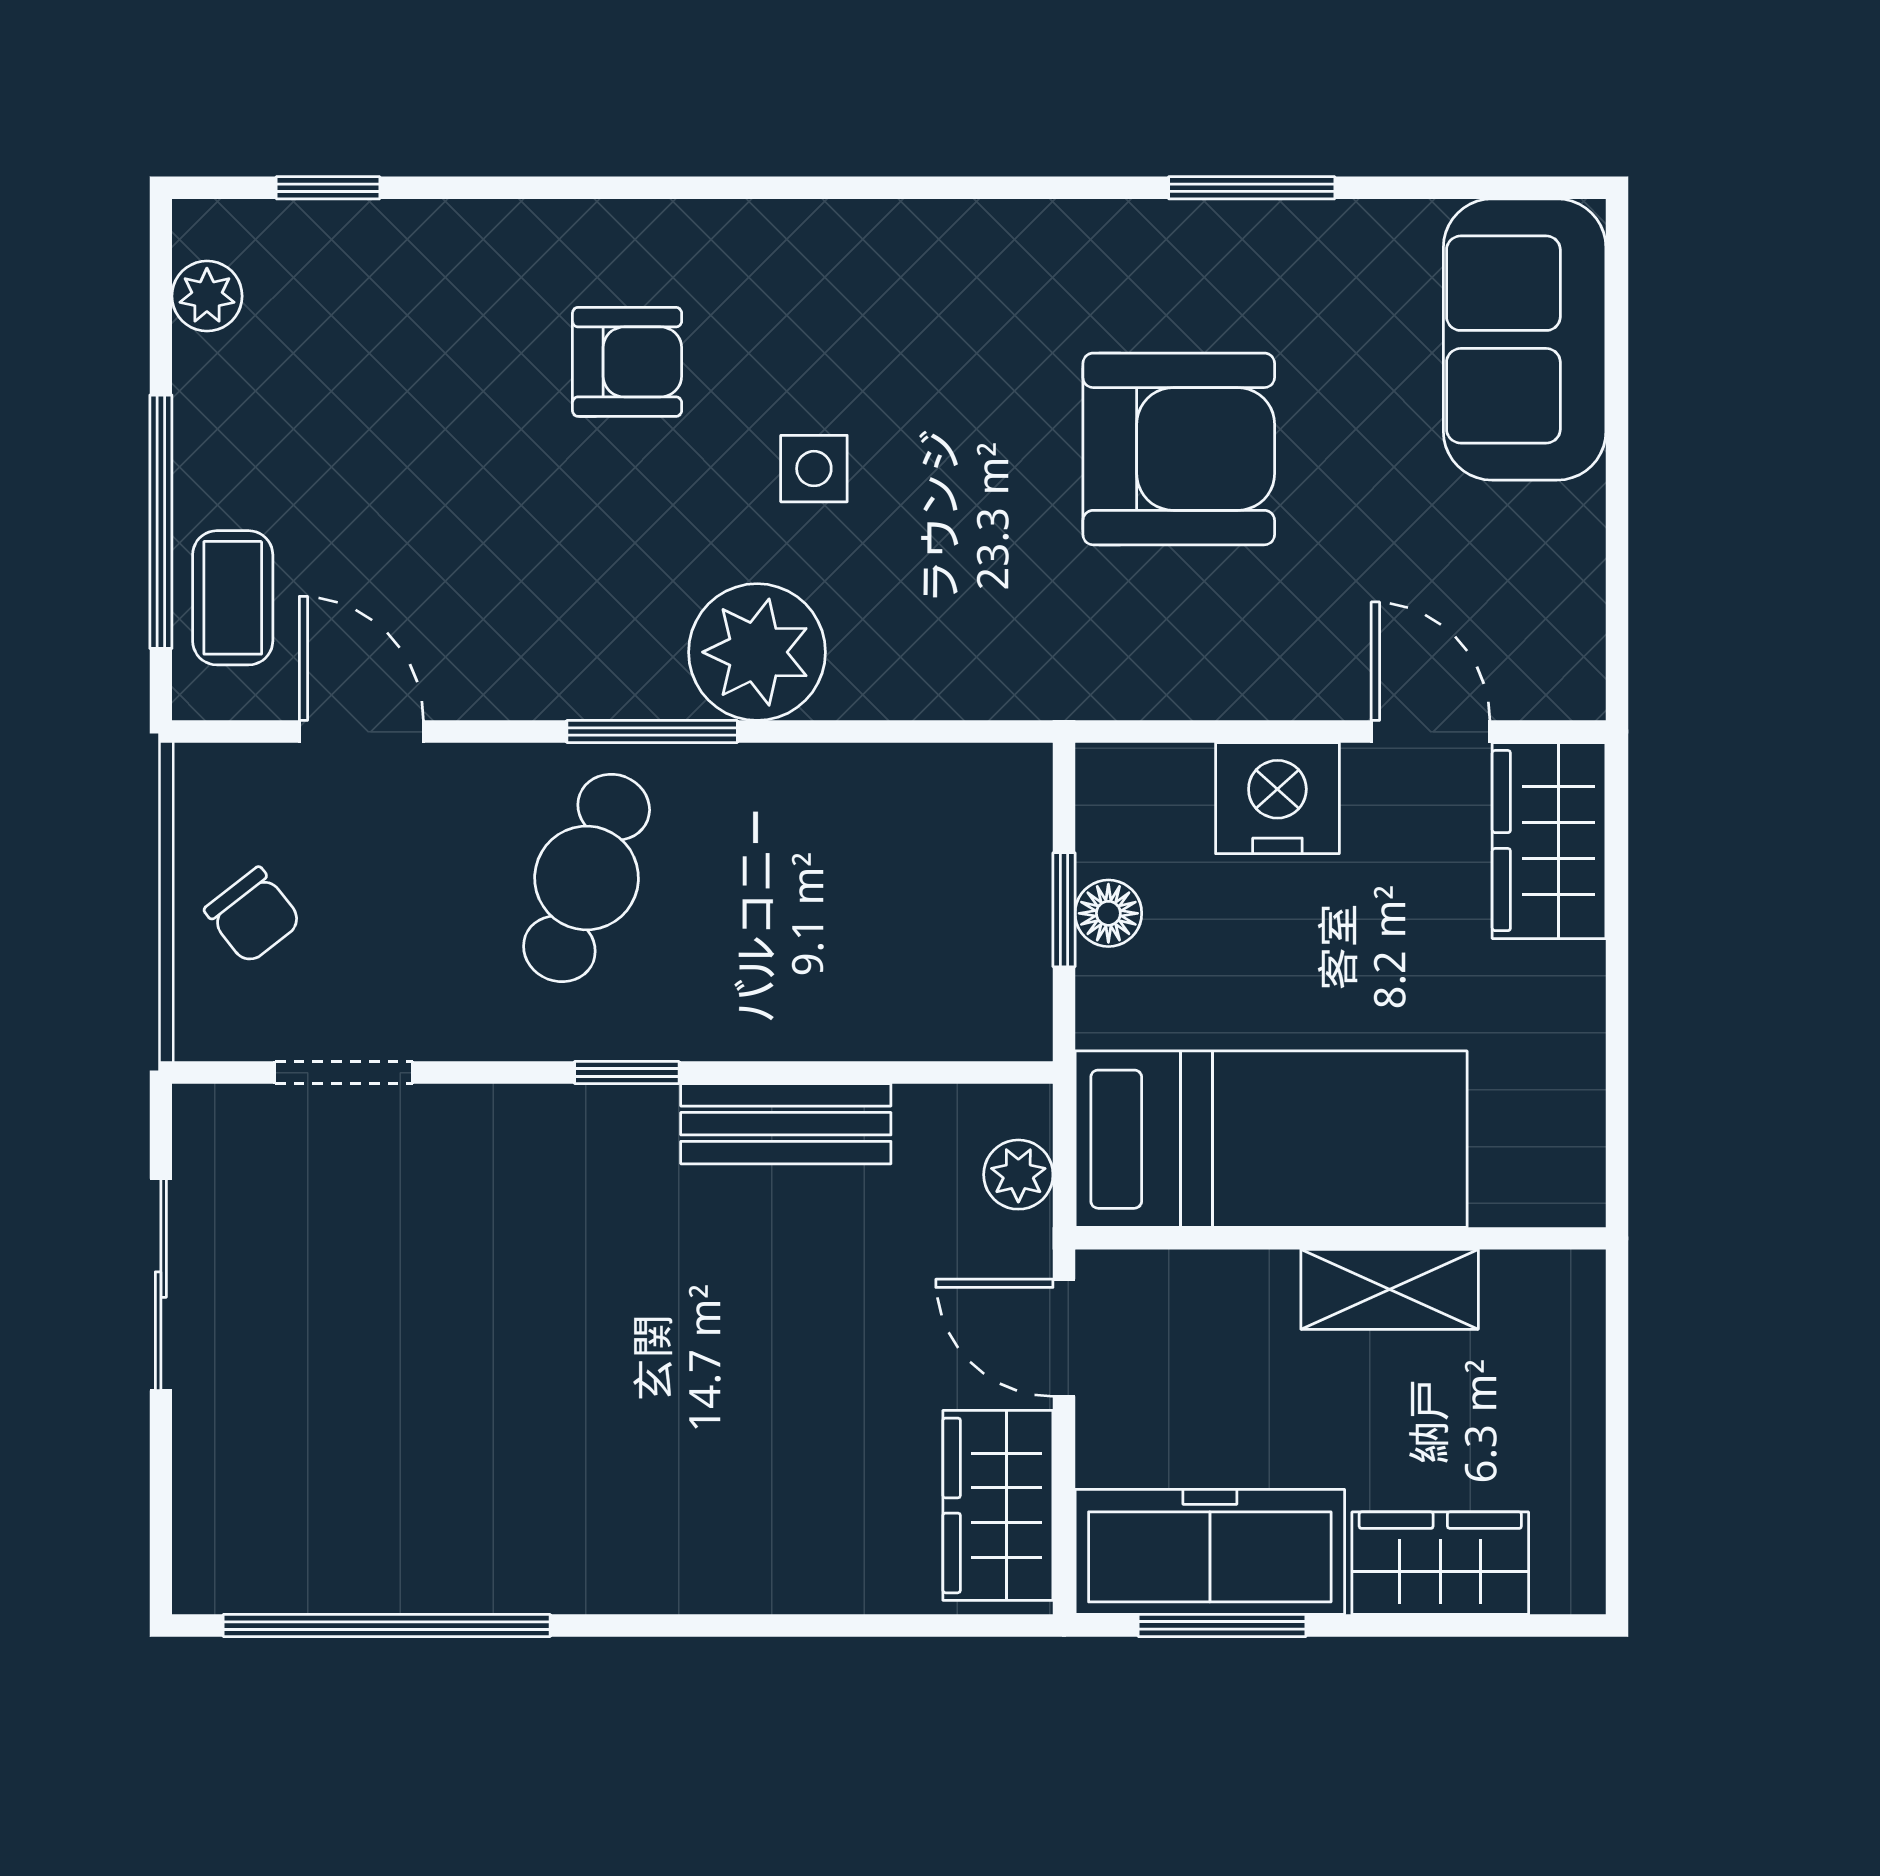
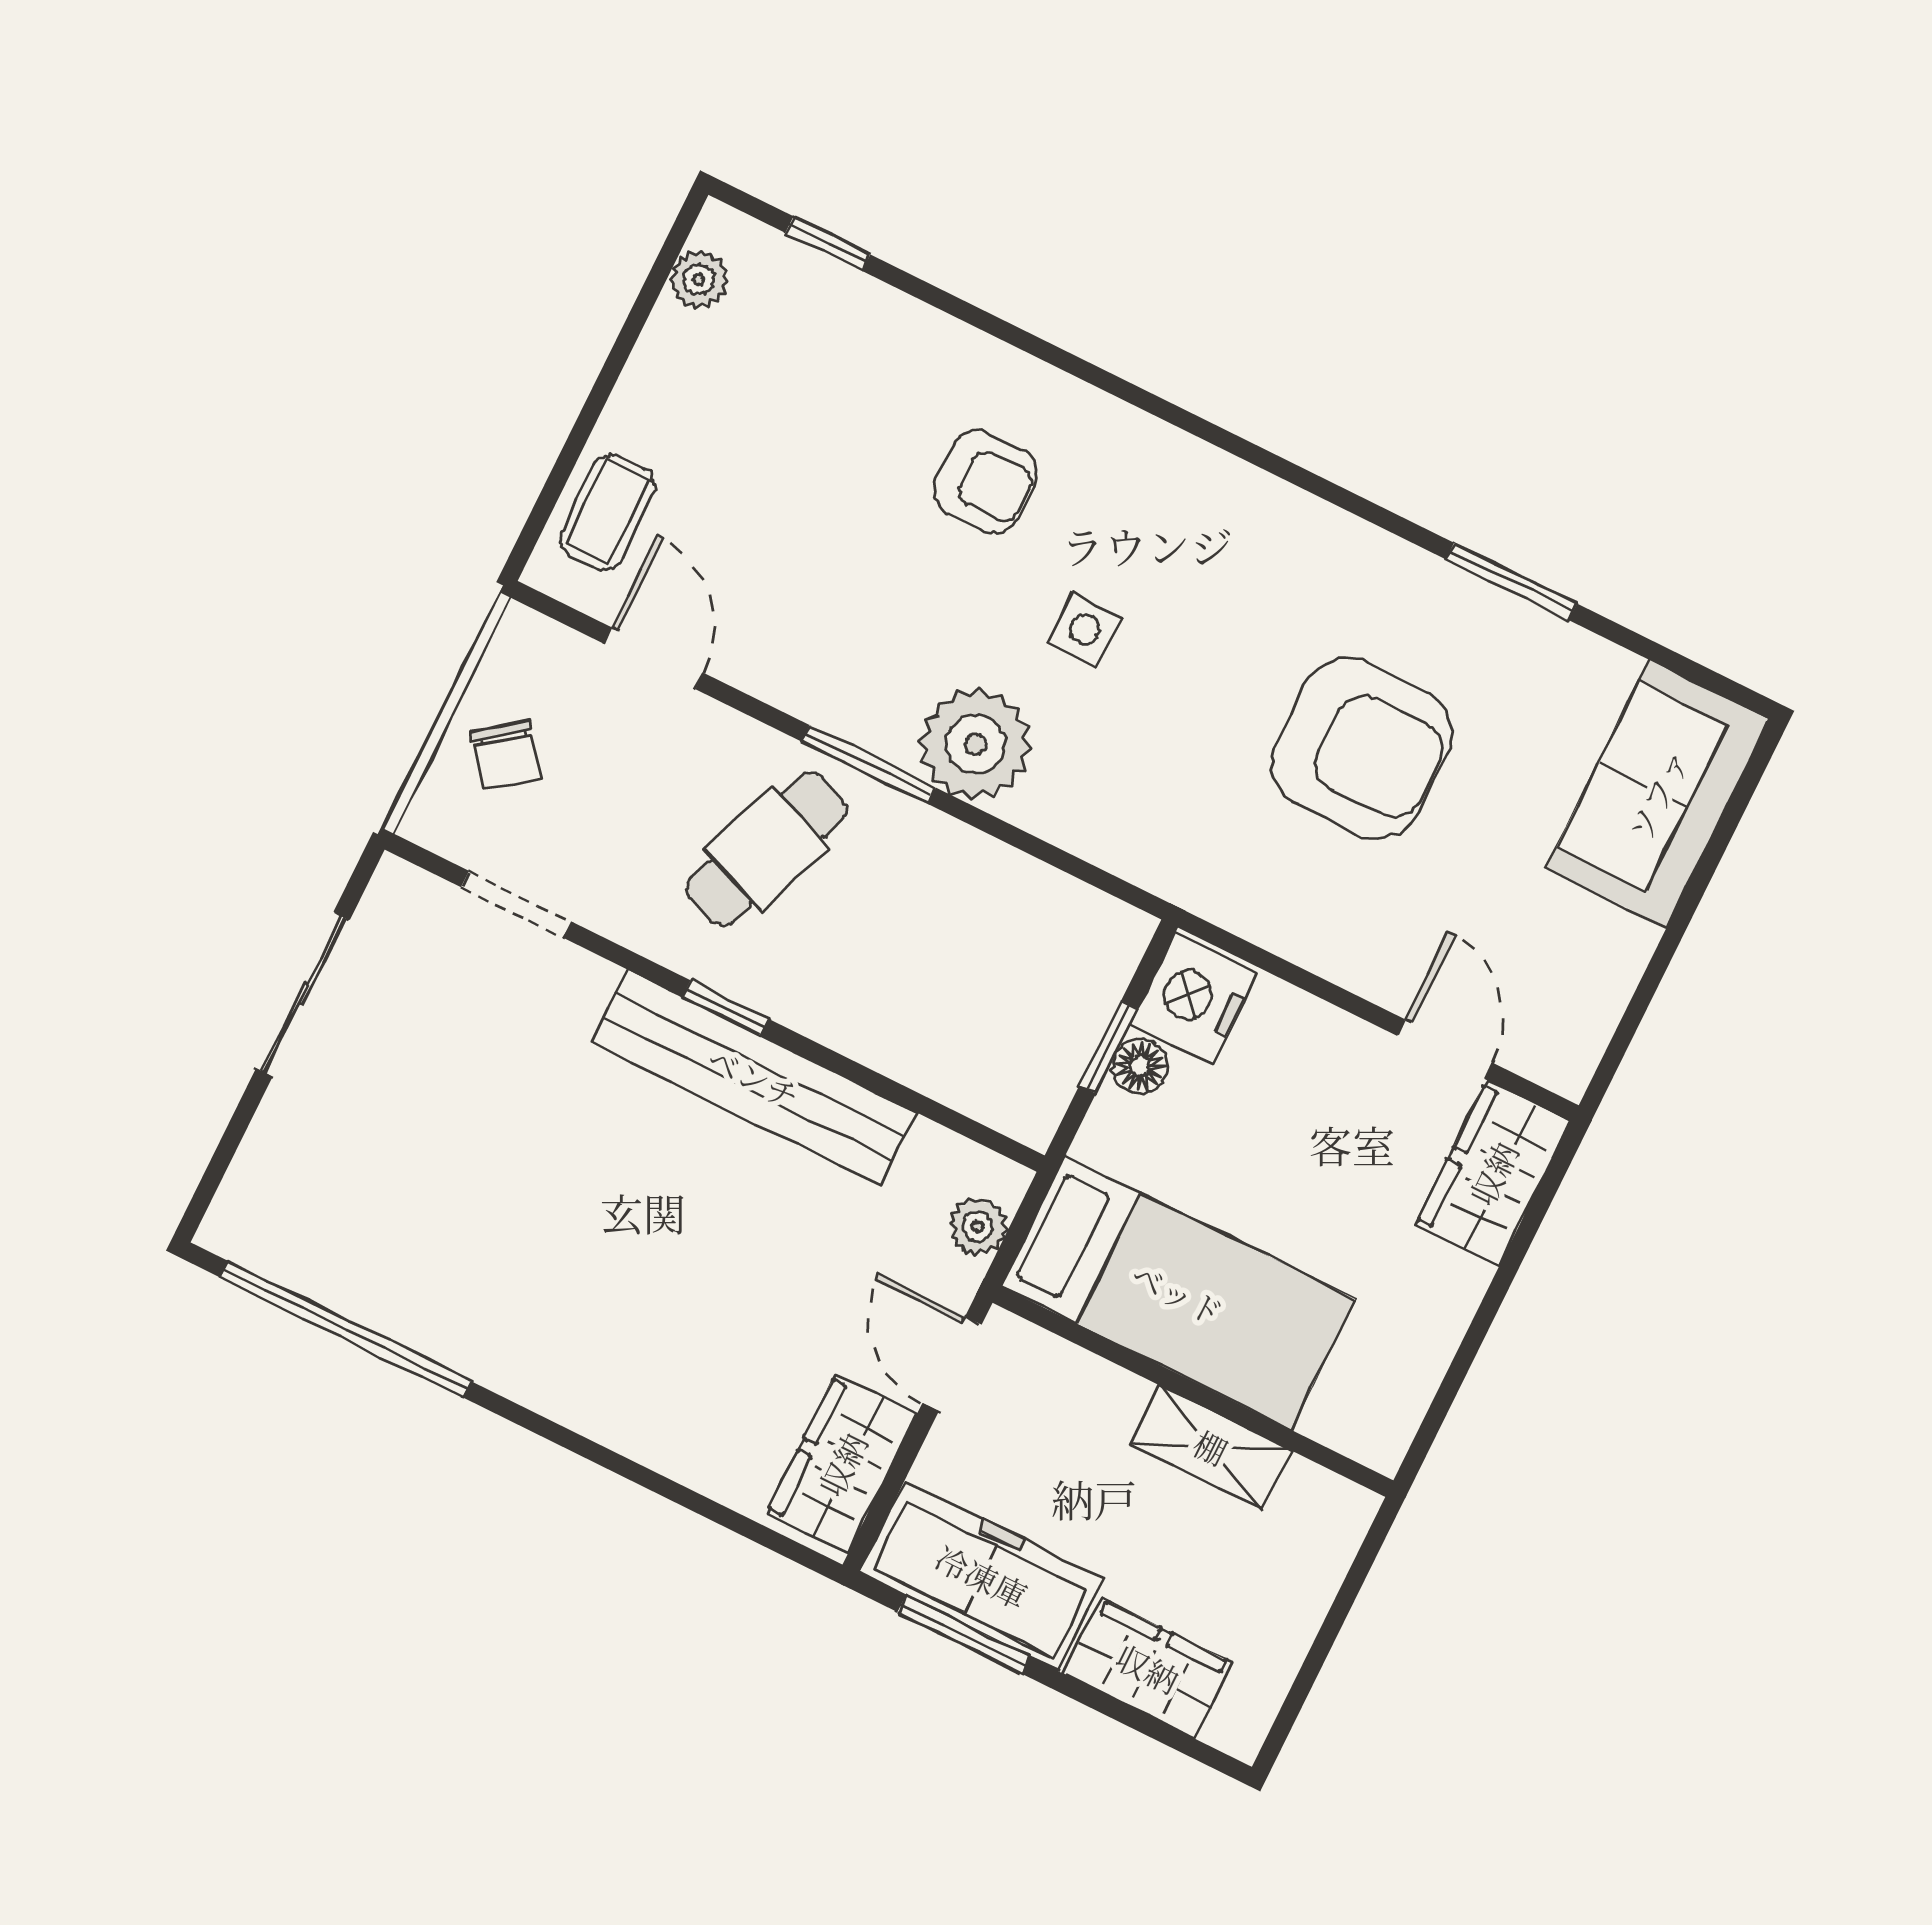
window: (161, 522) -> (582, 430), removed
nightstand: (1277, 798) -> (1194, 998), moved, turned -90
bench: (786, 1124) -> (754, 1077), width x1.86, depth x1.21

